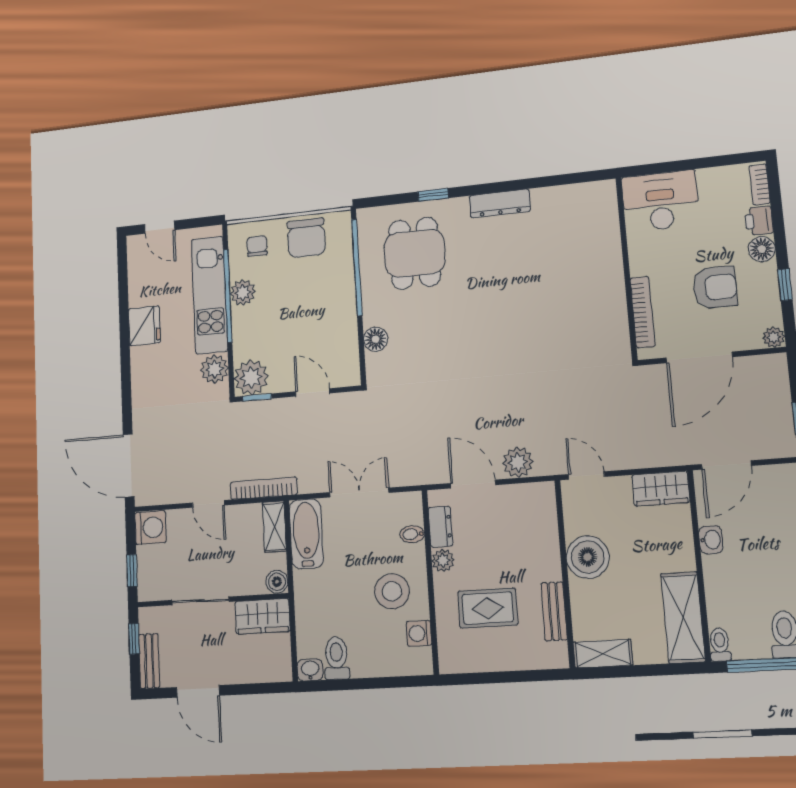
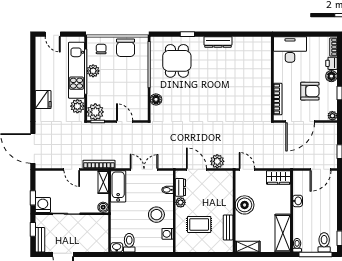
fridge: (144, 326) -> (43, 100), moved
door: (726, 465) -> (321, 169), moved
washing machine: (151, 527) -> (43, 205), moved, turned -90
wardrobe: (263, 616) -> (96, 222), removed

